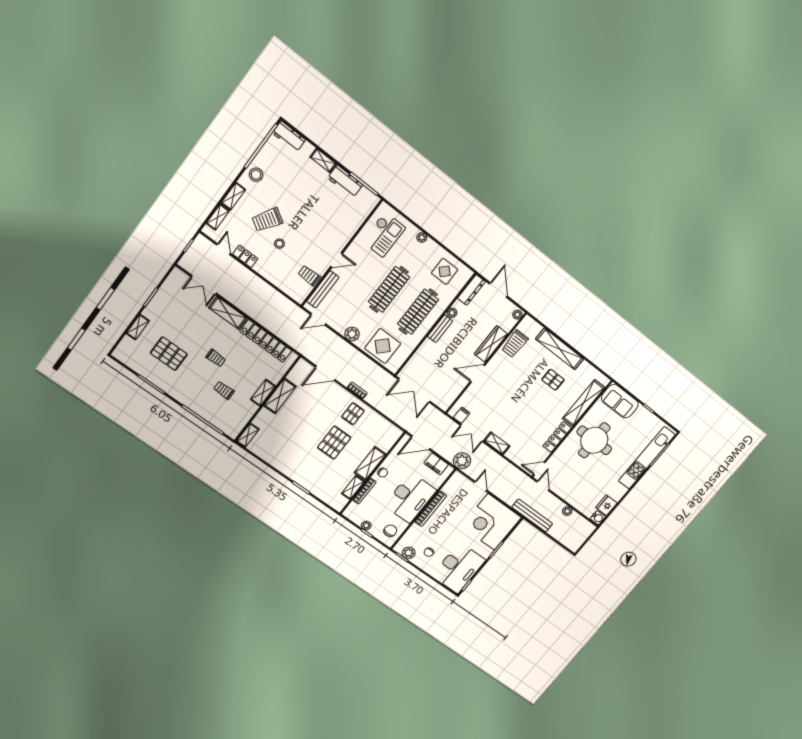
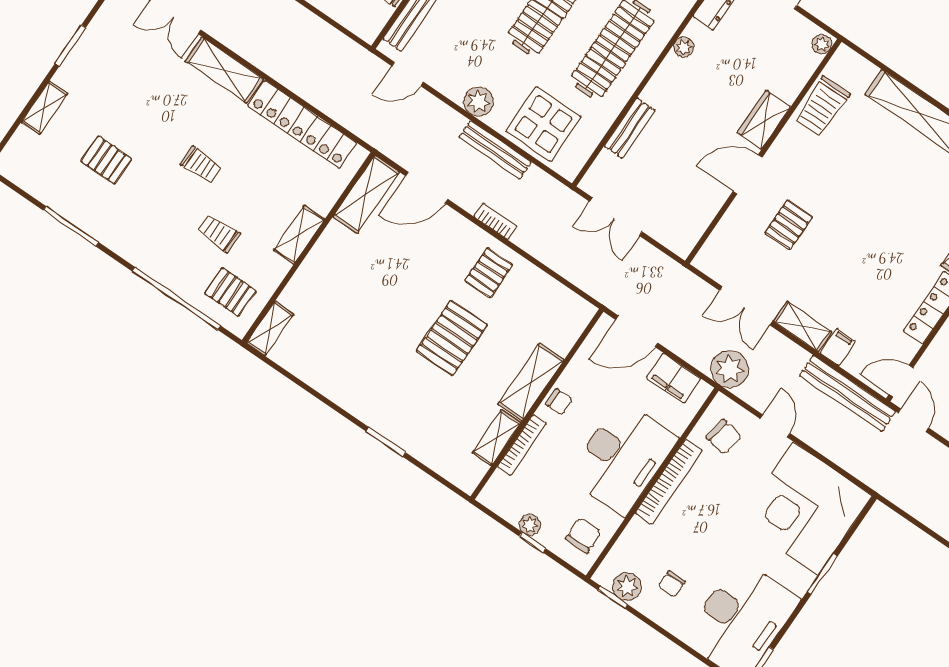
bench: (440, 329) -> (630, 128), moved
wardrobe: (491, 344) -> (764, 120), width x0.67
pallet: (169, 354) -> (106, 160), width x0.67, depth x0.71
bench: (359, 357) -> (495, 150), added
pallet: (553, 380) -> (789, 225), moved, turned 90
double door: (414, 390) -> (616, 217), width x0.73
shelving: (280, 396) -> (366, 194), moved
filing cabinet: (462, 415) -> (838, 347), moved
pallet: (229, 418) -> (230, 292), added
chair: (457, 490) -> (724, 437), added
bench: (532, 515) -> (848, 393), moved

